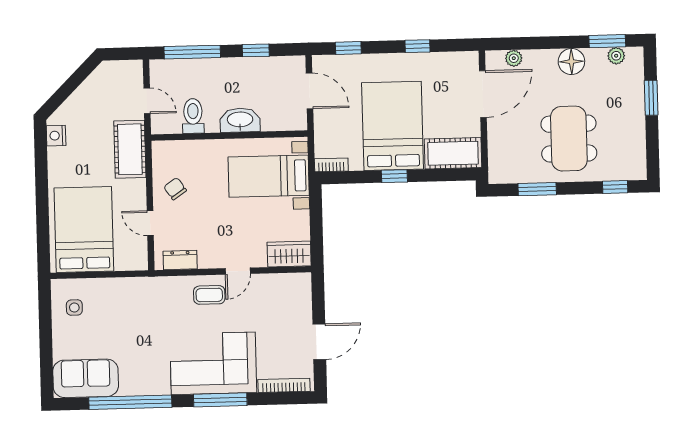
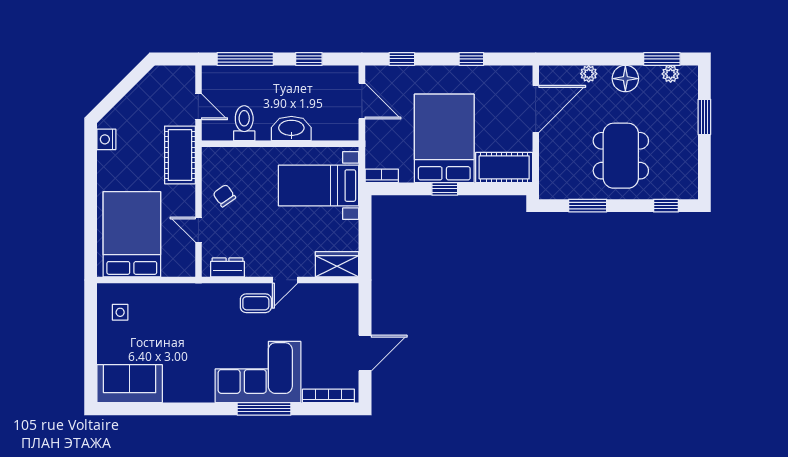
plant: (514, 58) -> (589, 74), moved
window: (130, 402) -> (174, 409), removed

